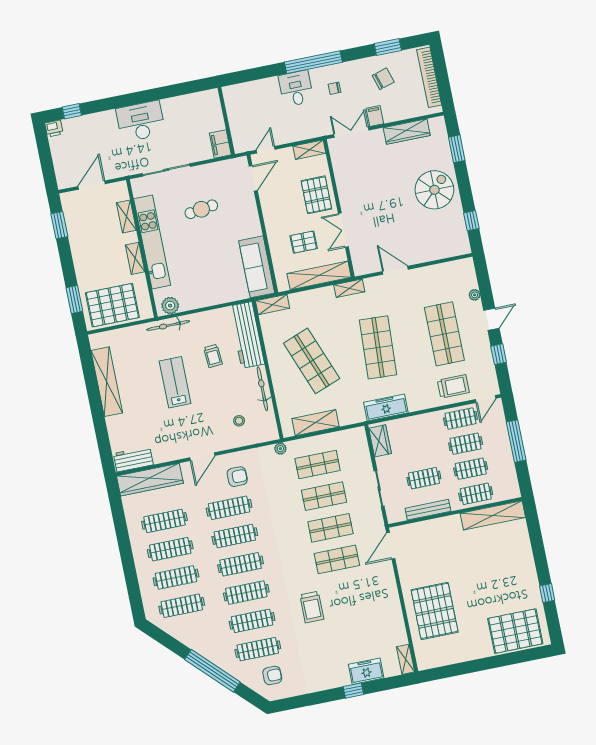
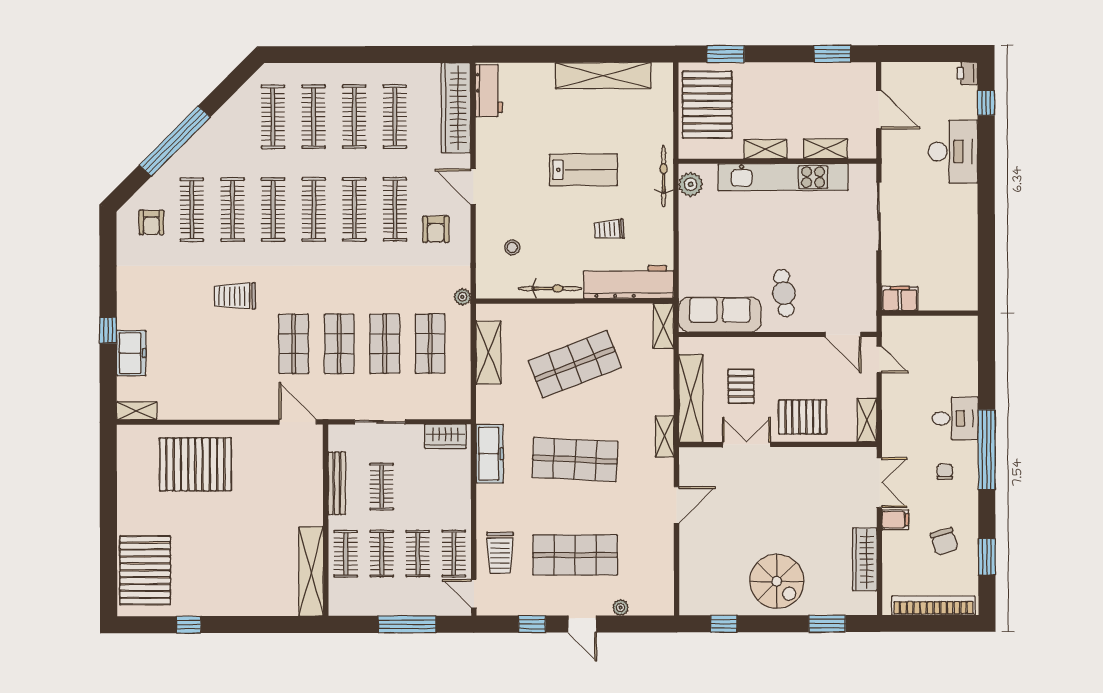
desk: (141, 121) -> (953, 152), moved
cafe table: (201, 209) -> (784, 293), moved

